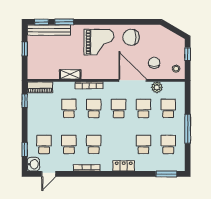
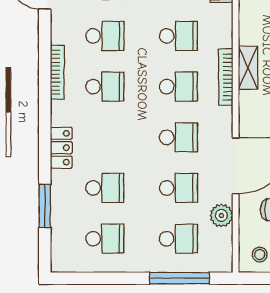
shelving: (70, 74) -> (248, 68), moved
window: (188, 129) -> (179, 278), moved
window: (166, 174) -> (45, 206), moved

